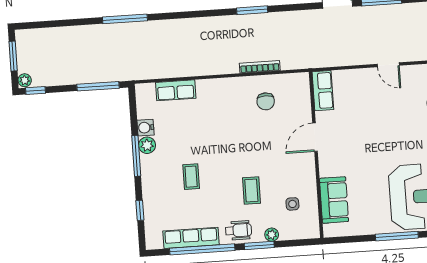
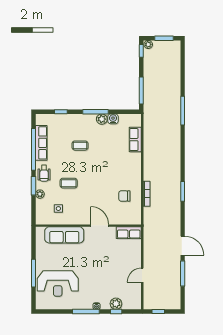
sofa: (334, 200) -> (64, 235), width x1.36

